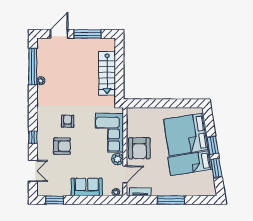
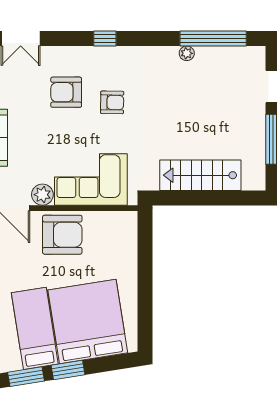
window: (33, 137) -> (105, 38), moved
armchair: (62, 146) -> (66, 92), turned 90
armchair: (139, 148) -> (62, 235), turned 180

